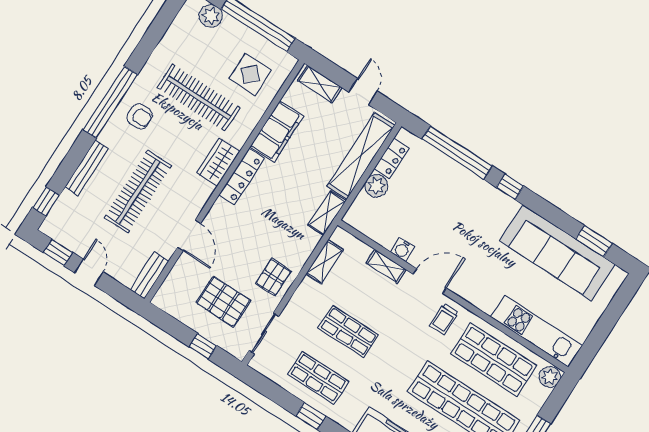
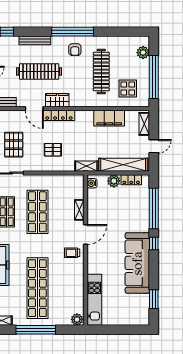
wardrobe: (218, 162) -> (57, 100), moved
locker: (242, 177) -> (59, 115), moved
door: (189, 235) -> (34, 109), hinge flipped
water cooler: (402, 249) -> (92, 183), moved
sofa: (557, 253) -> (137, 263), moved
shelving: (325, 262) -> (63, 180), removed
pallet: (273, 277) -> (53, 150), moved
door: (430, 281) -> (85, 235), hinge flipped
shop shelf: (348, 331) -> (37, 212), width x1.43, depth x1.36
shop shelf: (494, 360) -> (68, 288), removed

